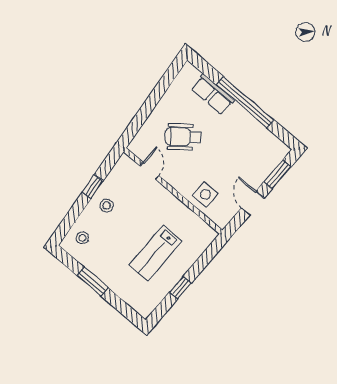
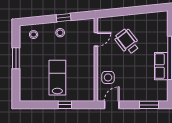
row of seats: (213, 94) -> (161, 66), moved
door: (253, 203) -> (112, 105), moved
lab bench: (156, 253) -> (57, 78), turned 90
window: (180, 288) -> (65, 105), moved

